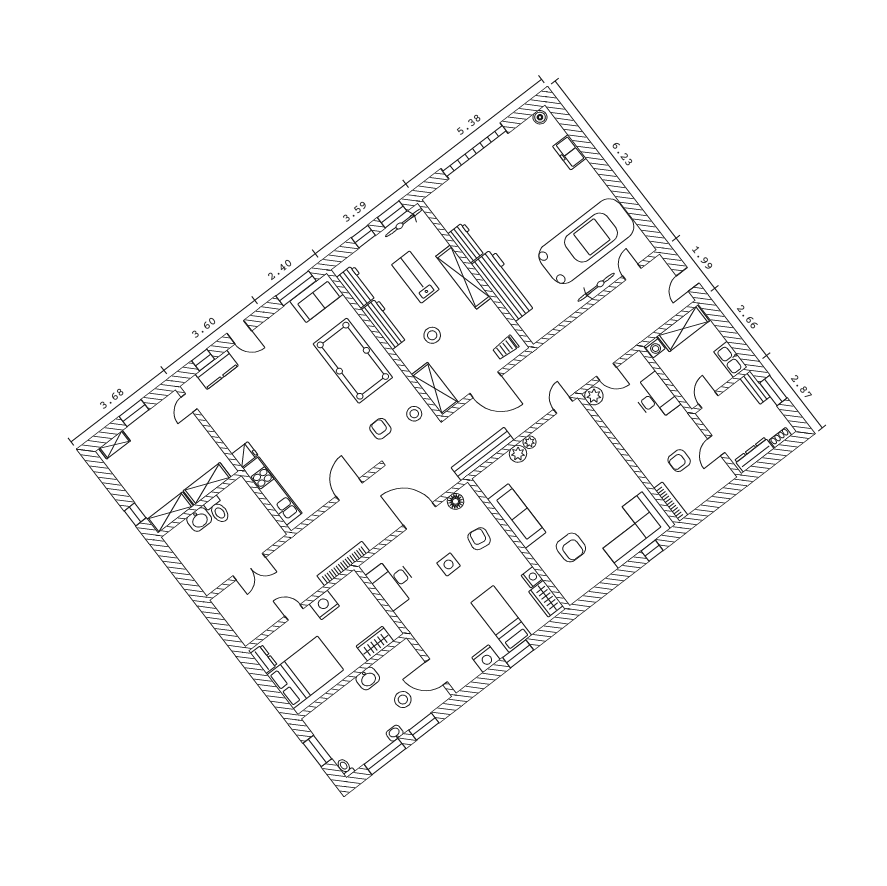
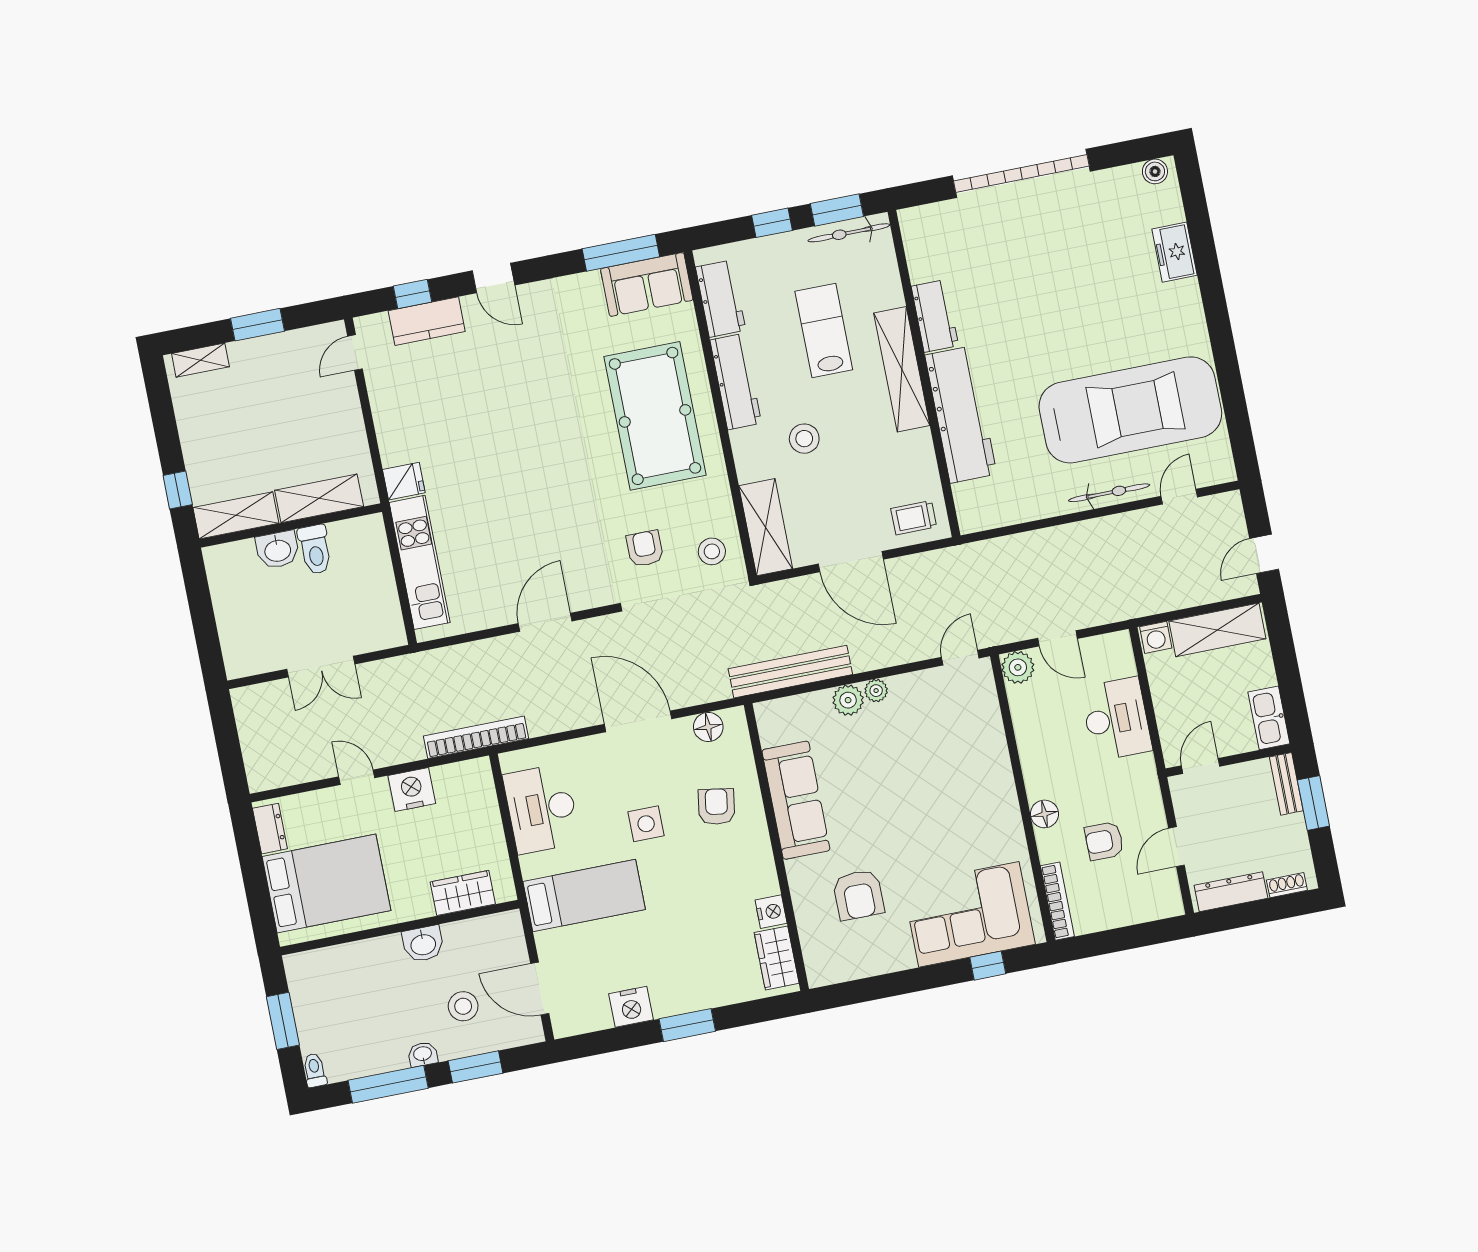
floor lamp: (643, 462) -> (1044, 814), added
bed: (501, 619) -> (584, 896), moved, turned 90

